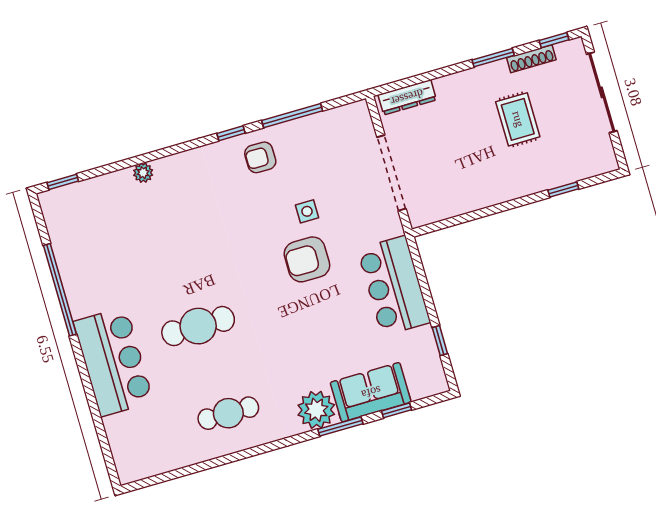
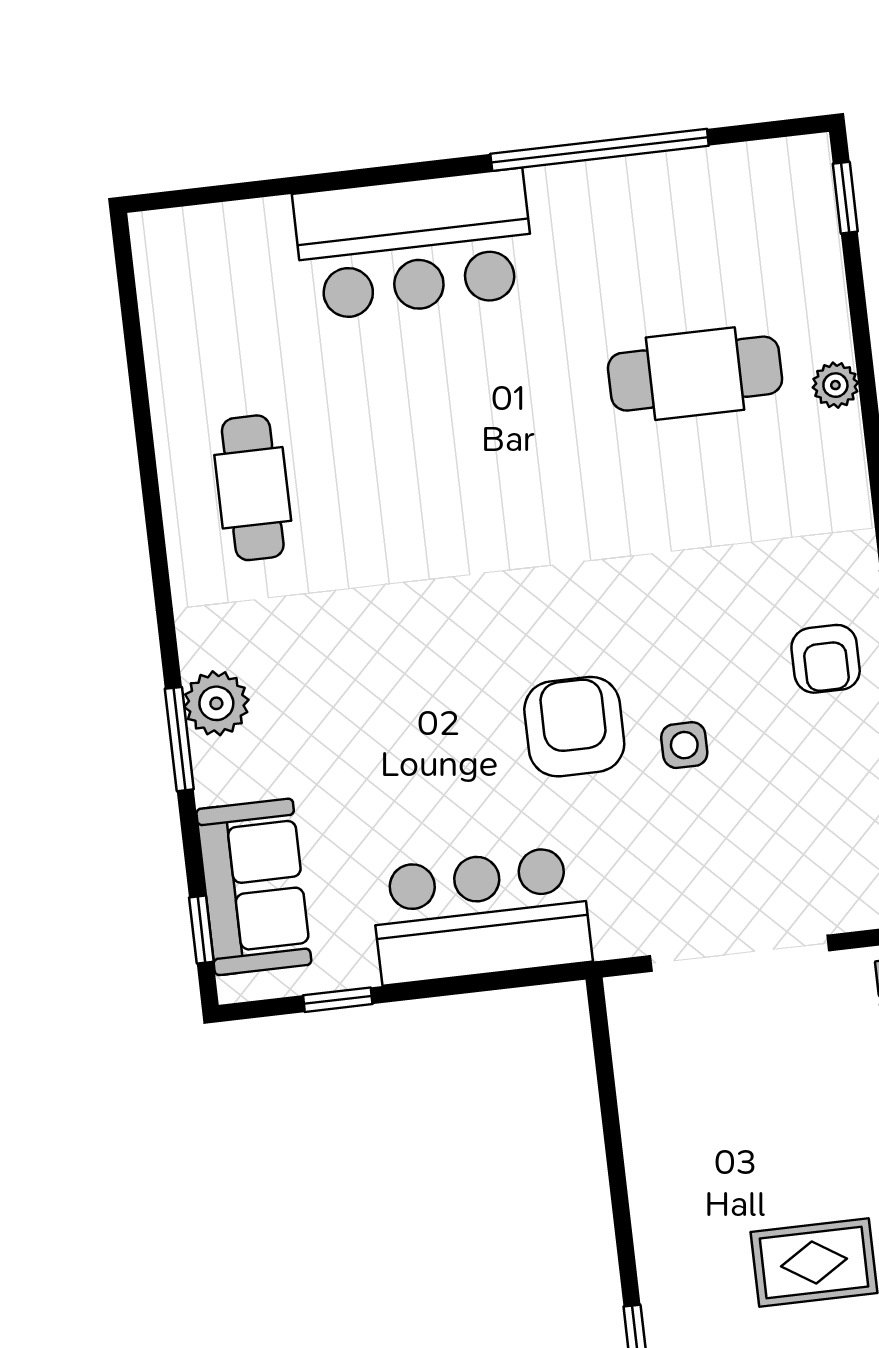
armchair: (260, 157) -> (826, 659), turned 180
cafe table: (198, 326) -> (695, 374), moved, turned 90
sofa: (371, 392) -> (254, 887), moved
plant: (316, 410) -> (216, 703), width x0.73, depth x0.73
window: (397, 410) -> (201, 930), moved

